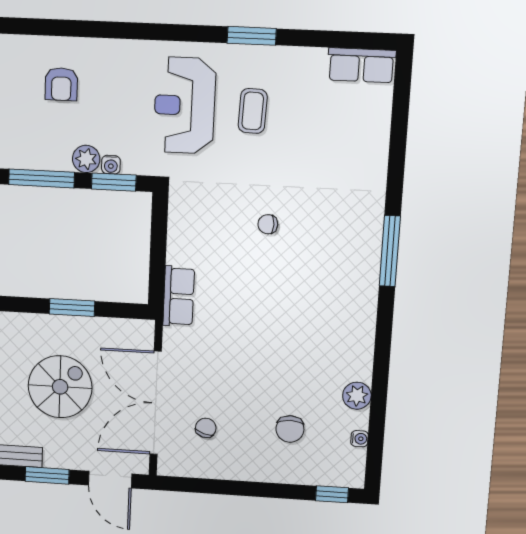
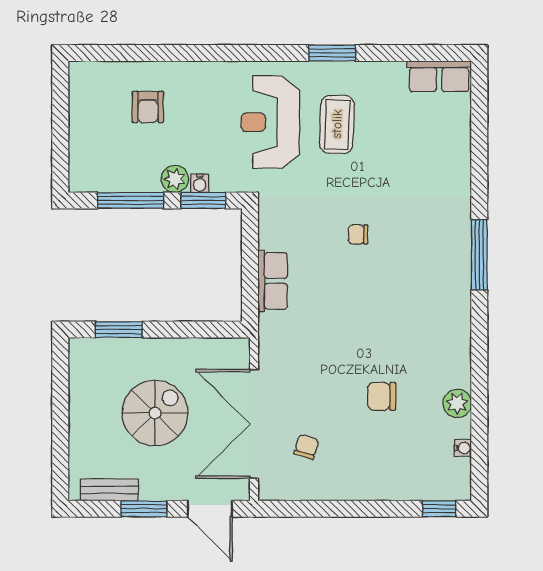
coffee table: (253, 111) -> (337, 124), width x1.36, depth x1.30
row of seats: (179, 296) -> (273, 281), moved
window: (72, 307) -> (119, 330), moved
chair: (290, 429) -> (381, 396), moved, turned 90

